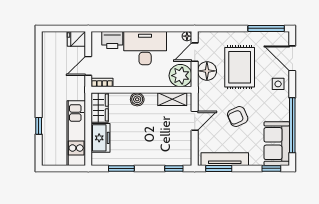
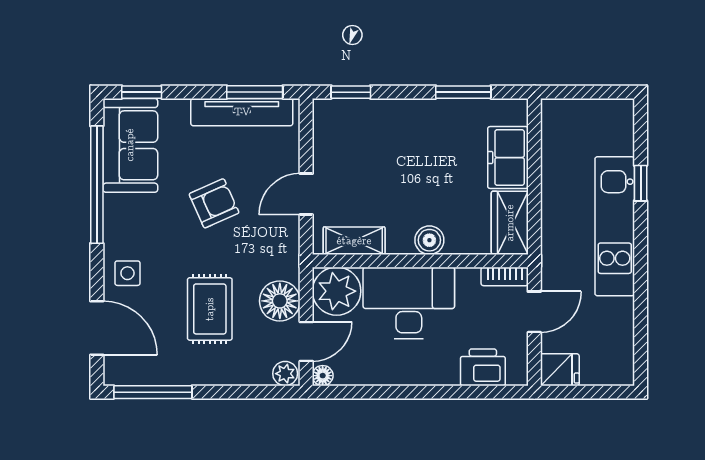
plant: (204, 37) -> (285, 374), added
desk: (145, 48) -> (409, 303), moved, turned 180
rug: (240, 67) -> (210, 309), width x0.73, depth x0.70
kitchen unit: (76, 133) -> (615, 226), moved, turned 180

